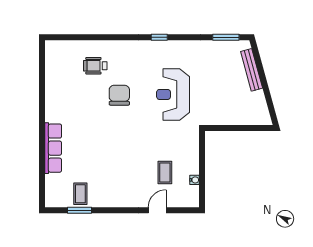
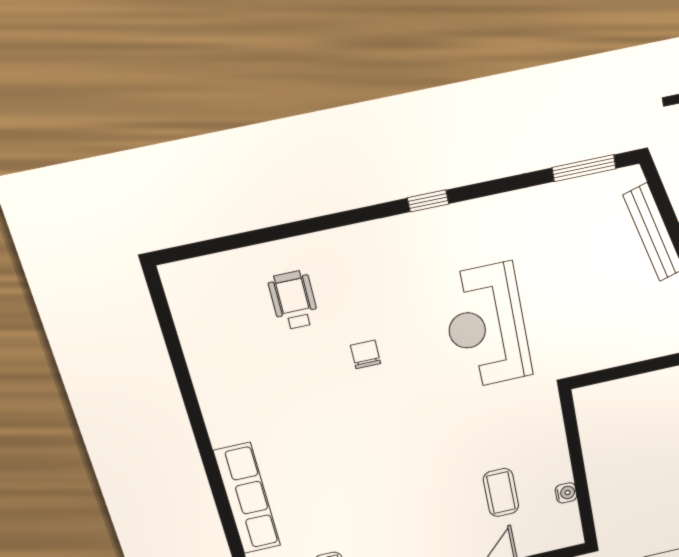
wheelchair: (95, 66) -> (293, 300), turned 90
chair: (119, 95) -> (366, 354), width x0.54, depth x0.54

